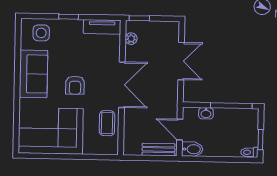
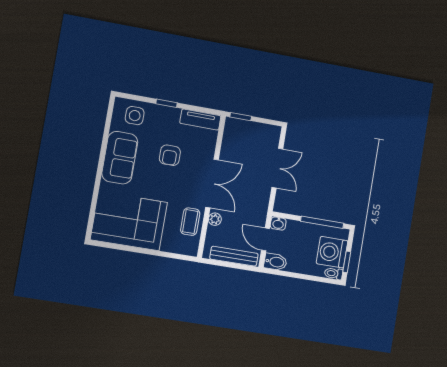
plant: (131, 39) -> (215, 219), moved
armchair: (75, 85) -> (170, 155), moved
washbasin: (206, 113) -> (278, 224), moved
washing machine: (245, 132) -> (332, 252), added
bench: (158, 150) -> (234, 256), width x1.36

